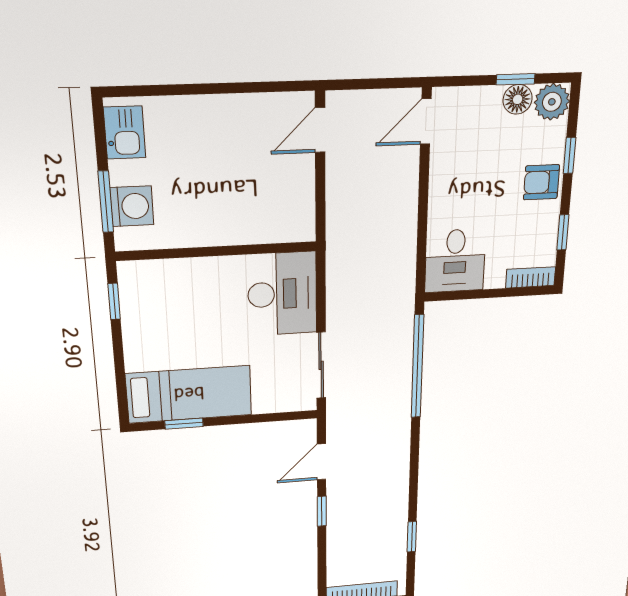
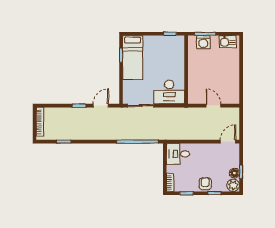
door: (426, 122) -> (228, 142), hinge flipped
door: (320, 130) -> (214, 106), moved
door: (322, 462) -> (101, 106), hinge flipped

